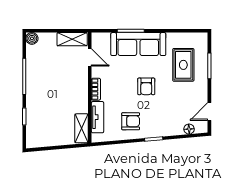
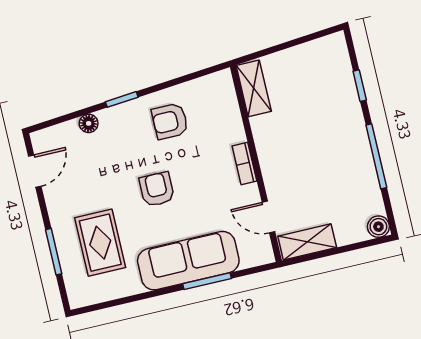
tv unit: (98, 117) -> (230, 115), removed
floor lamp: (189, 129) -> (89, 123), moved

